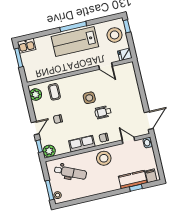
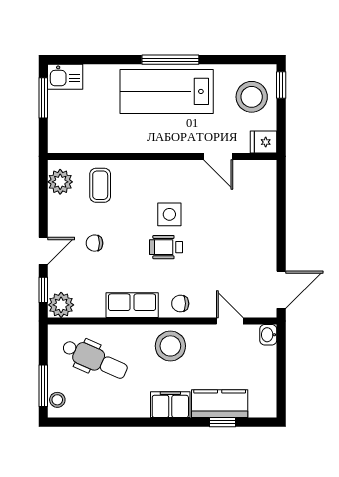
wheelchair: (103, 112) -> (166, 247), moved
filing cabinet: (151, 176) -> (170, 405), moved, width x2.00

